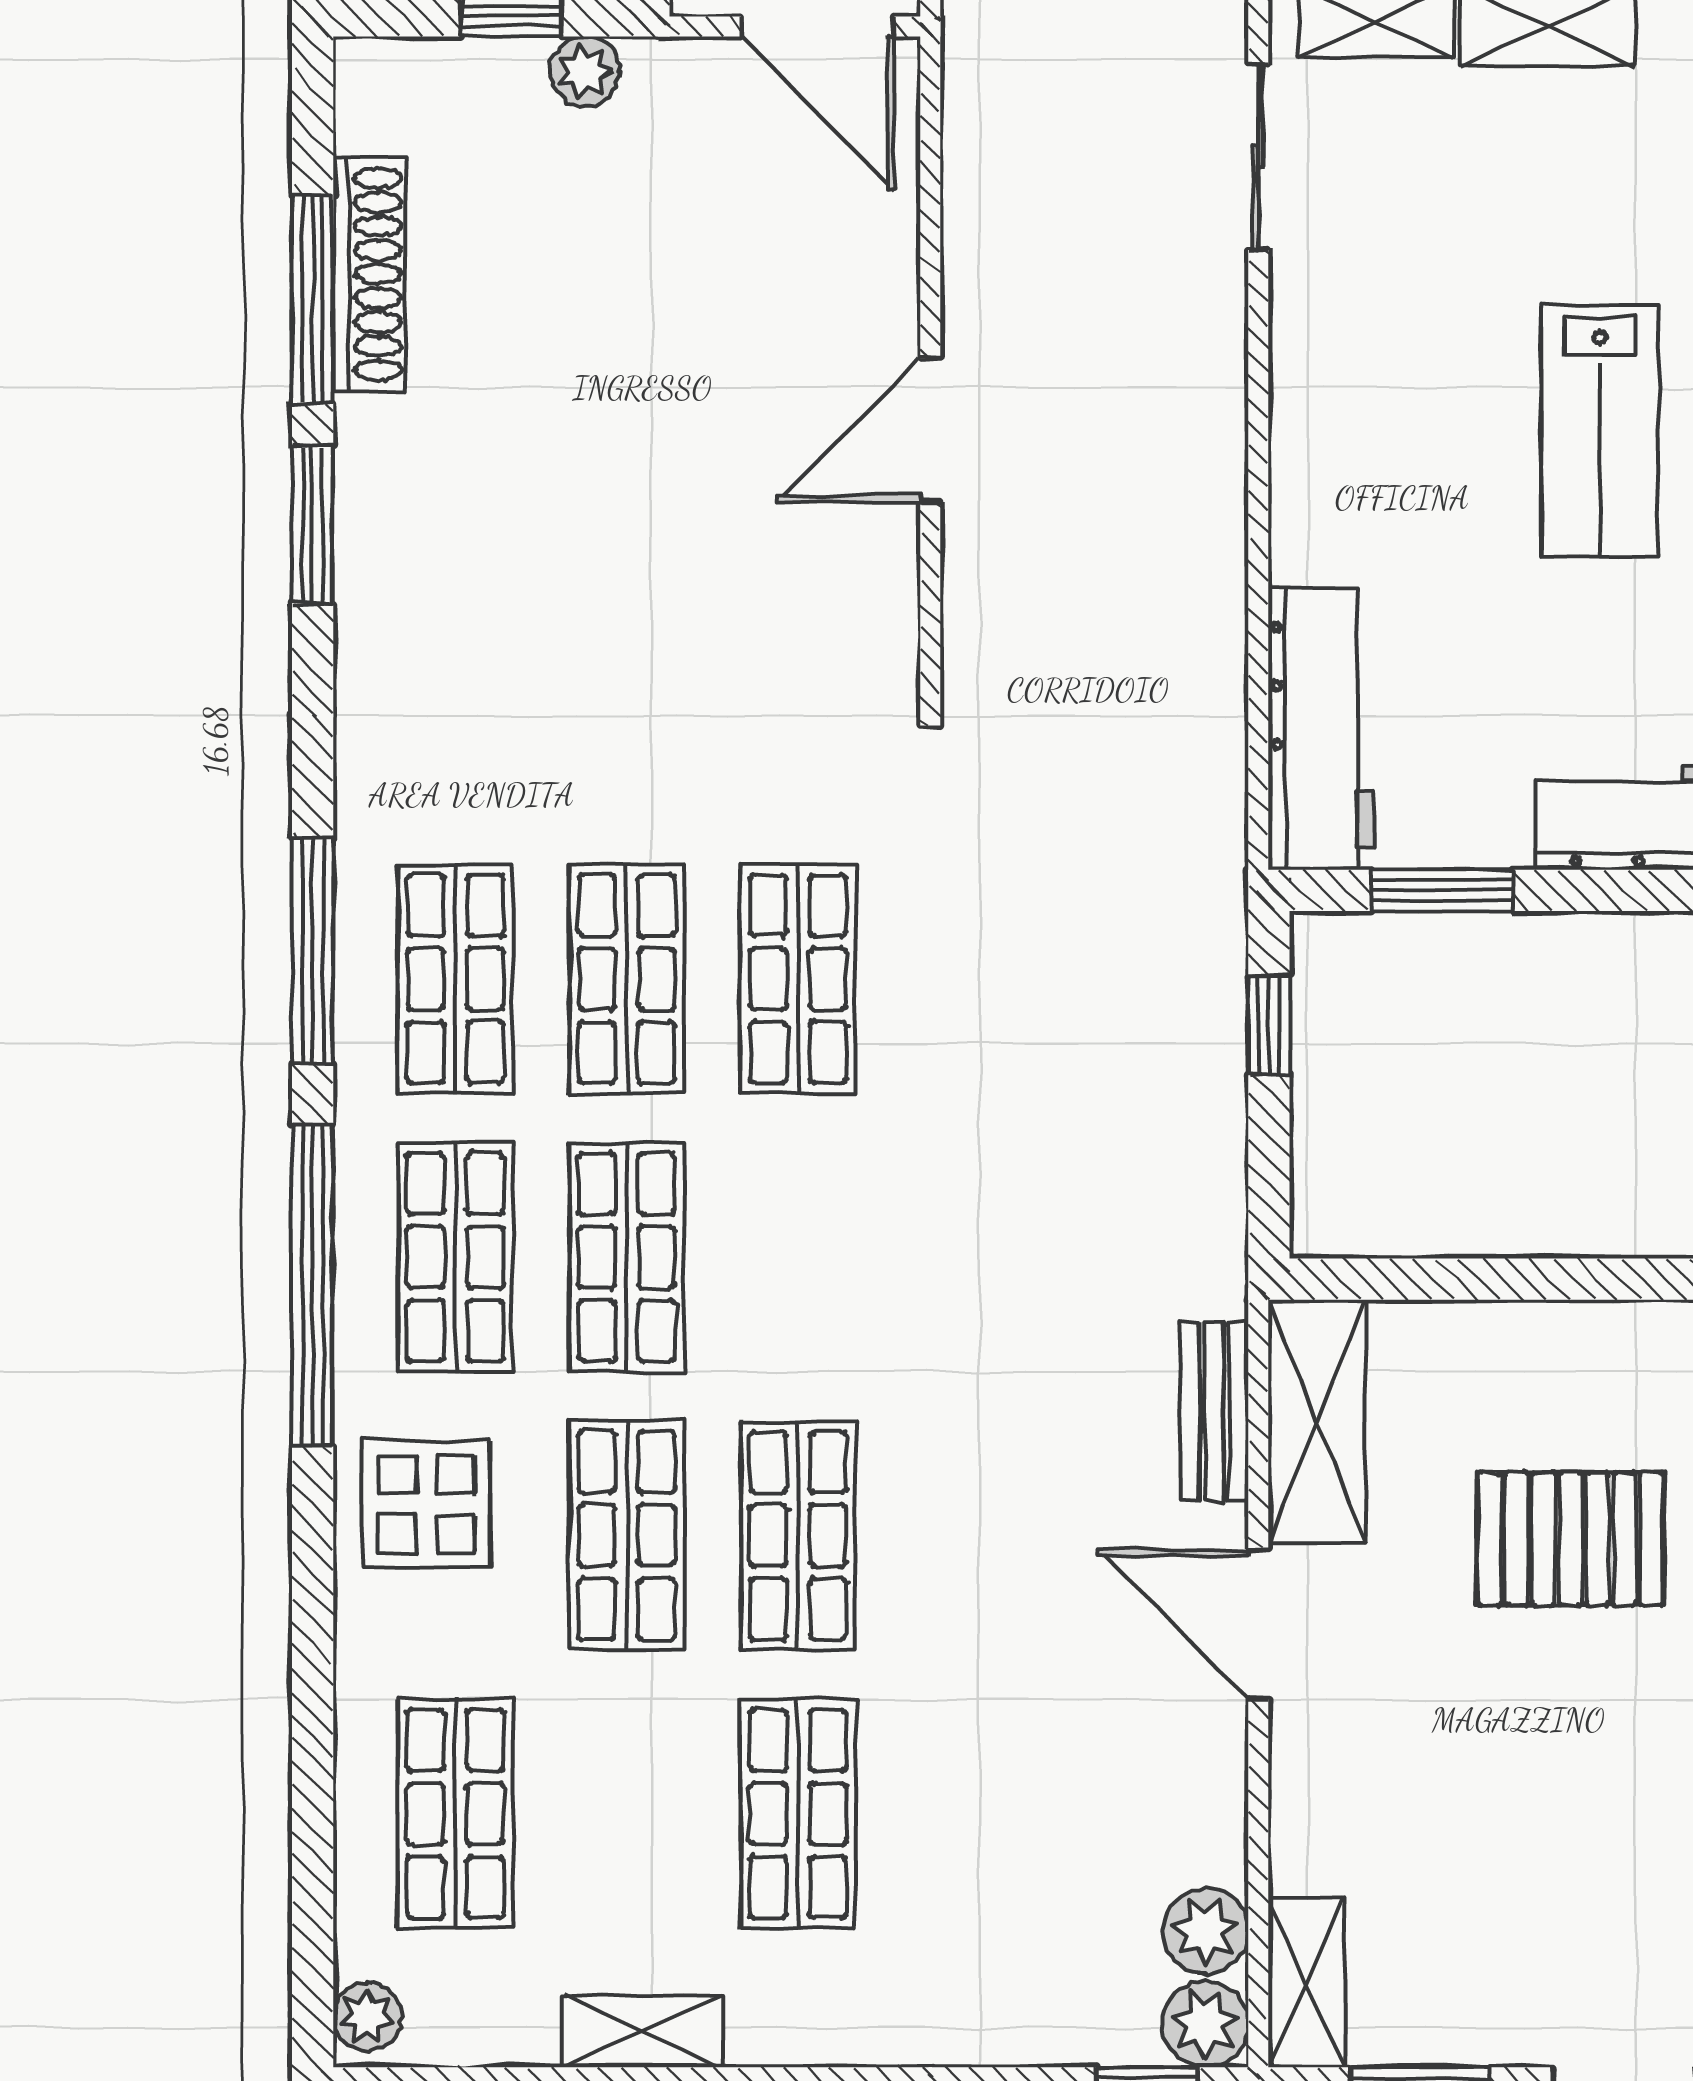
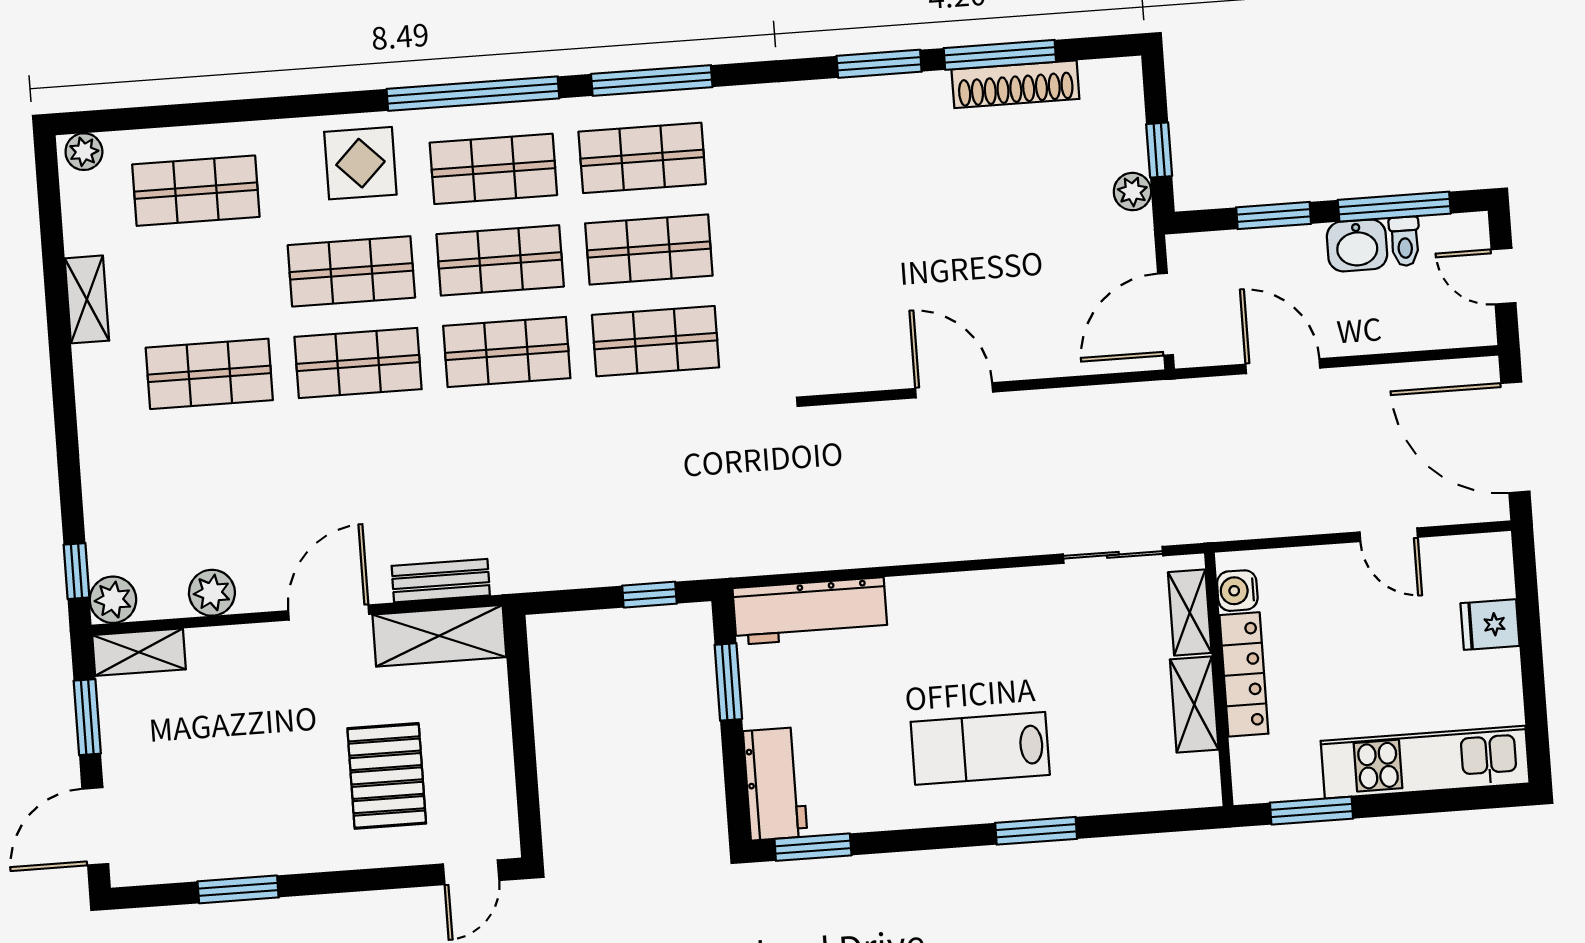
shop shelf: (798, 1257) -> (507, 352), added
plant: (1206, 1931) -> (212, 593), moved

